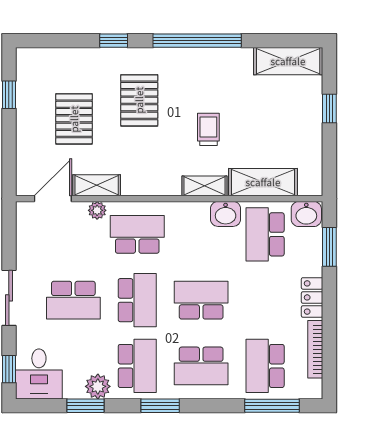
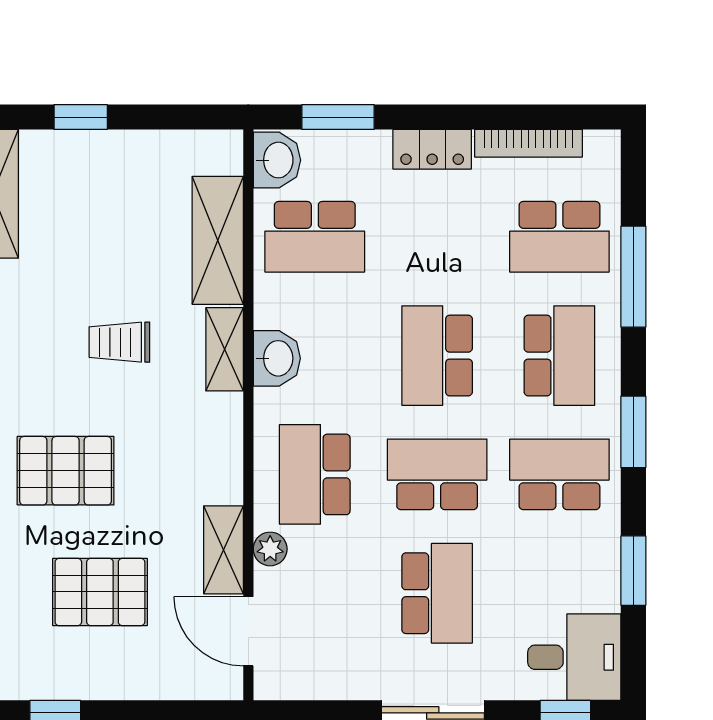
washbasin: (226, 214) -> (277, 358), moved
plant: (98, 386) -> (598, 548), removed
window: (272, 406) -> (633, 277), moved

